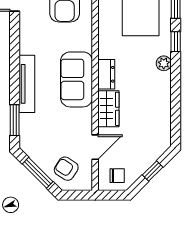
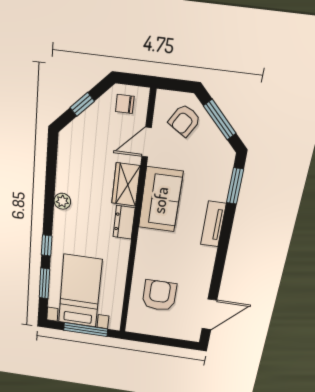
plant: (164, 63) -> (62, 201), moved
sofa: (77, 79) -> (160, 200), moved
tv unit: (27, 84) -> (213, 224), width x0.71
armchair: (66, 169) -> (184, 120), turned 89

